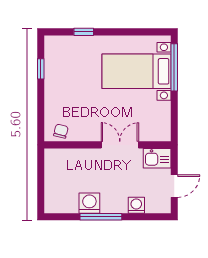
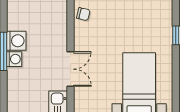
washing machine: (136, 205) -> (14, 59), moved

